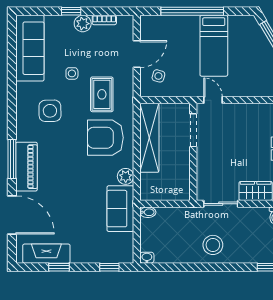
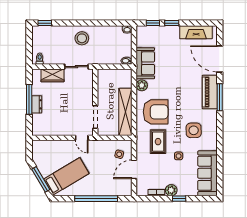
bed: (214, 46) -> (66, 176), moved, turned 59
window: (59, 267) -> (172, 23), moved

